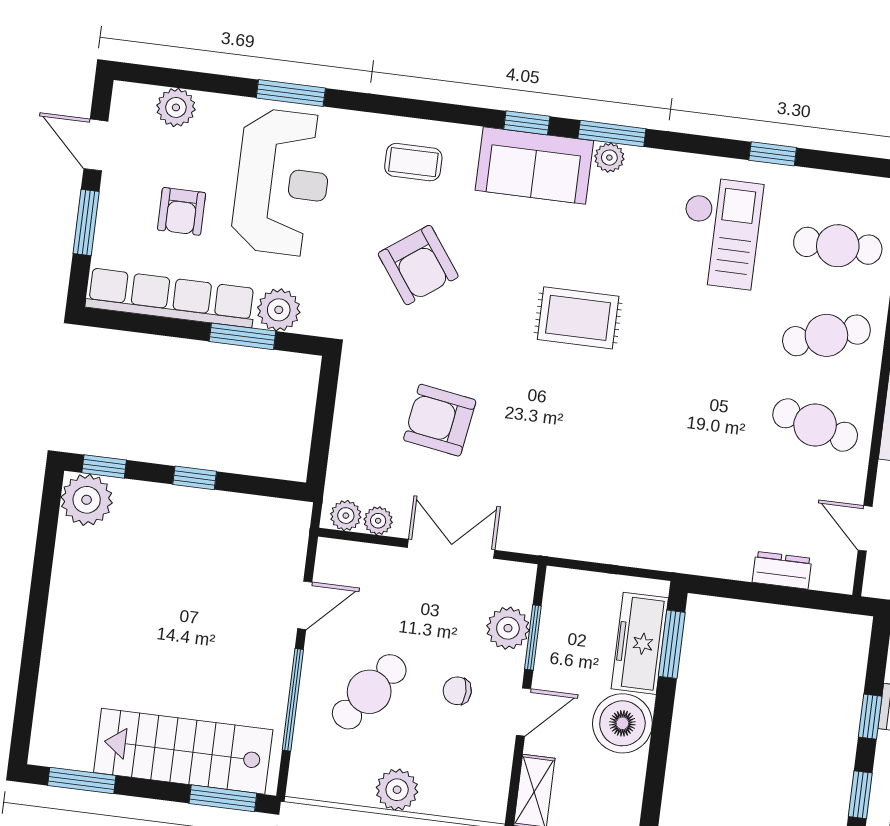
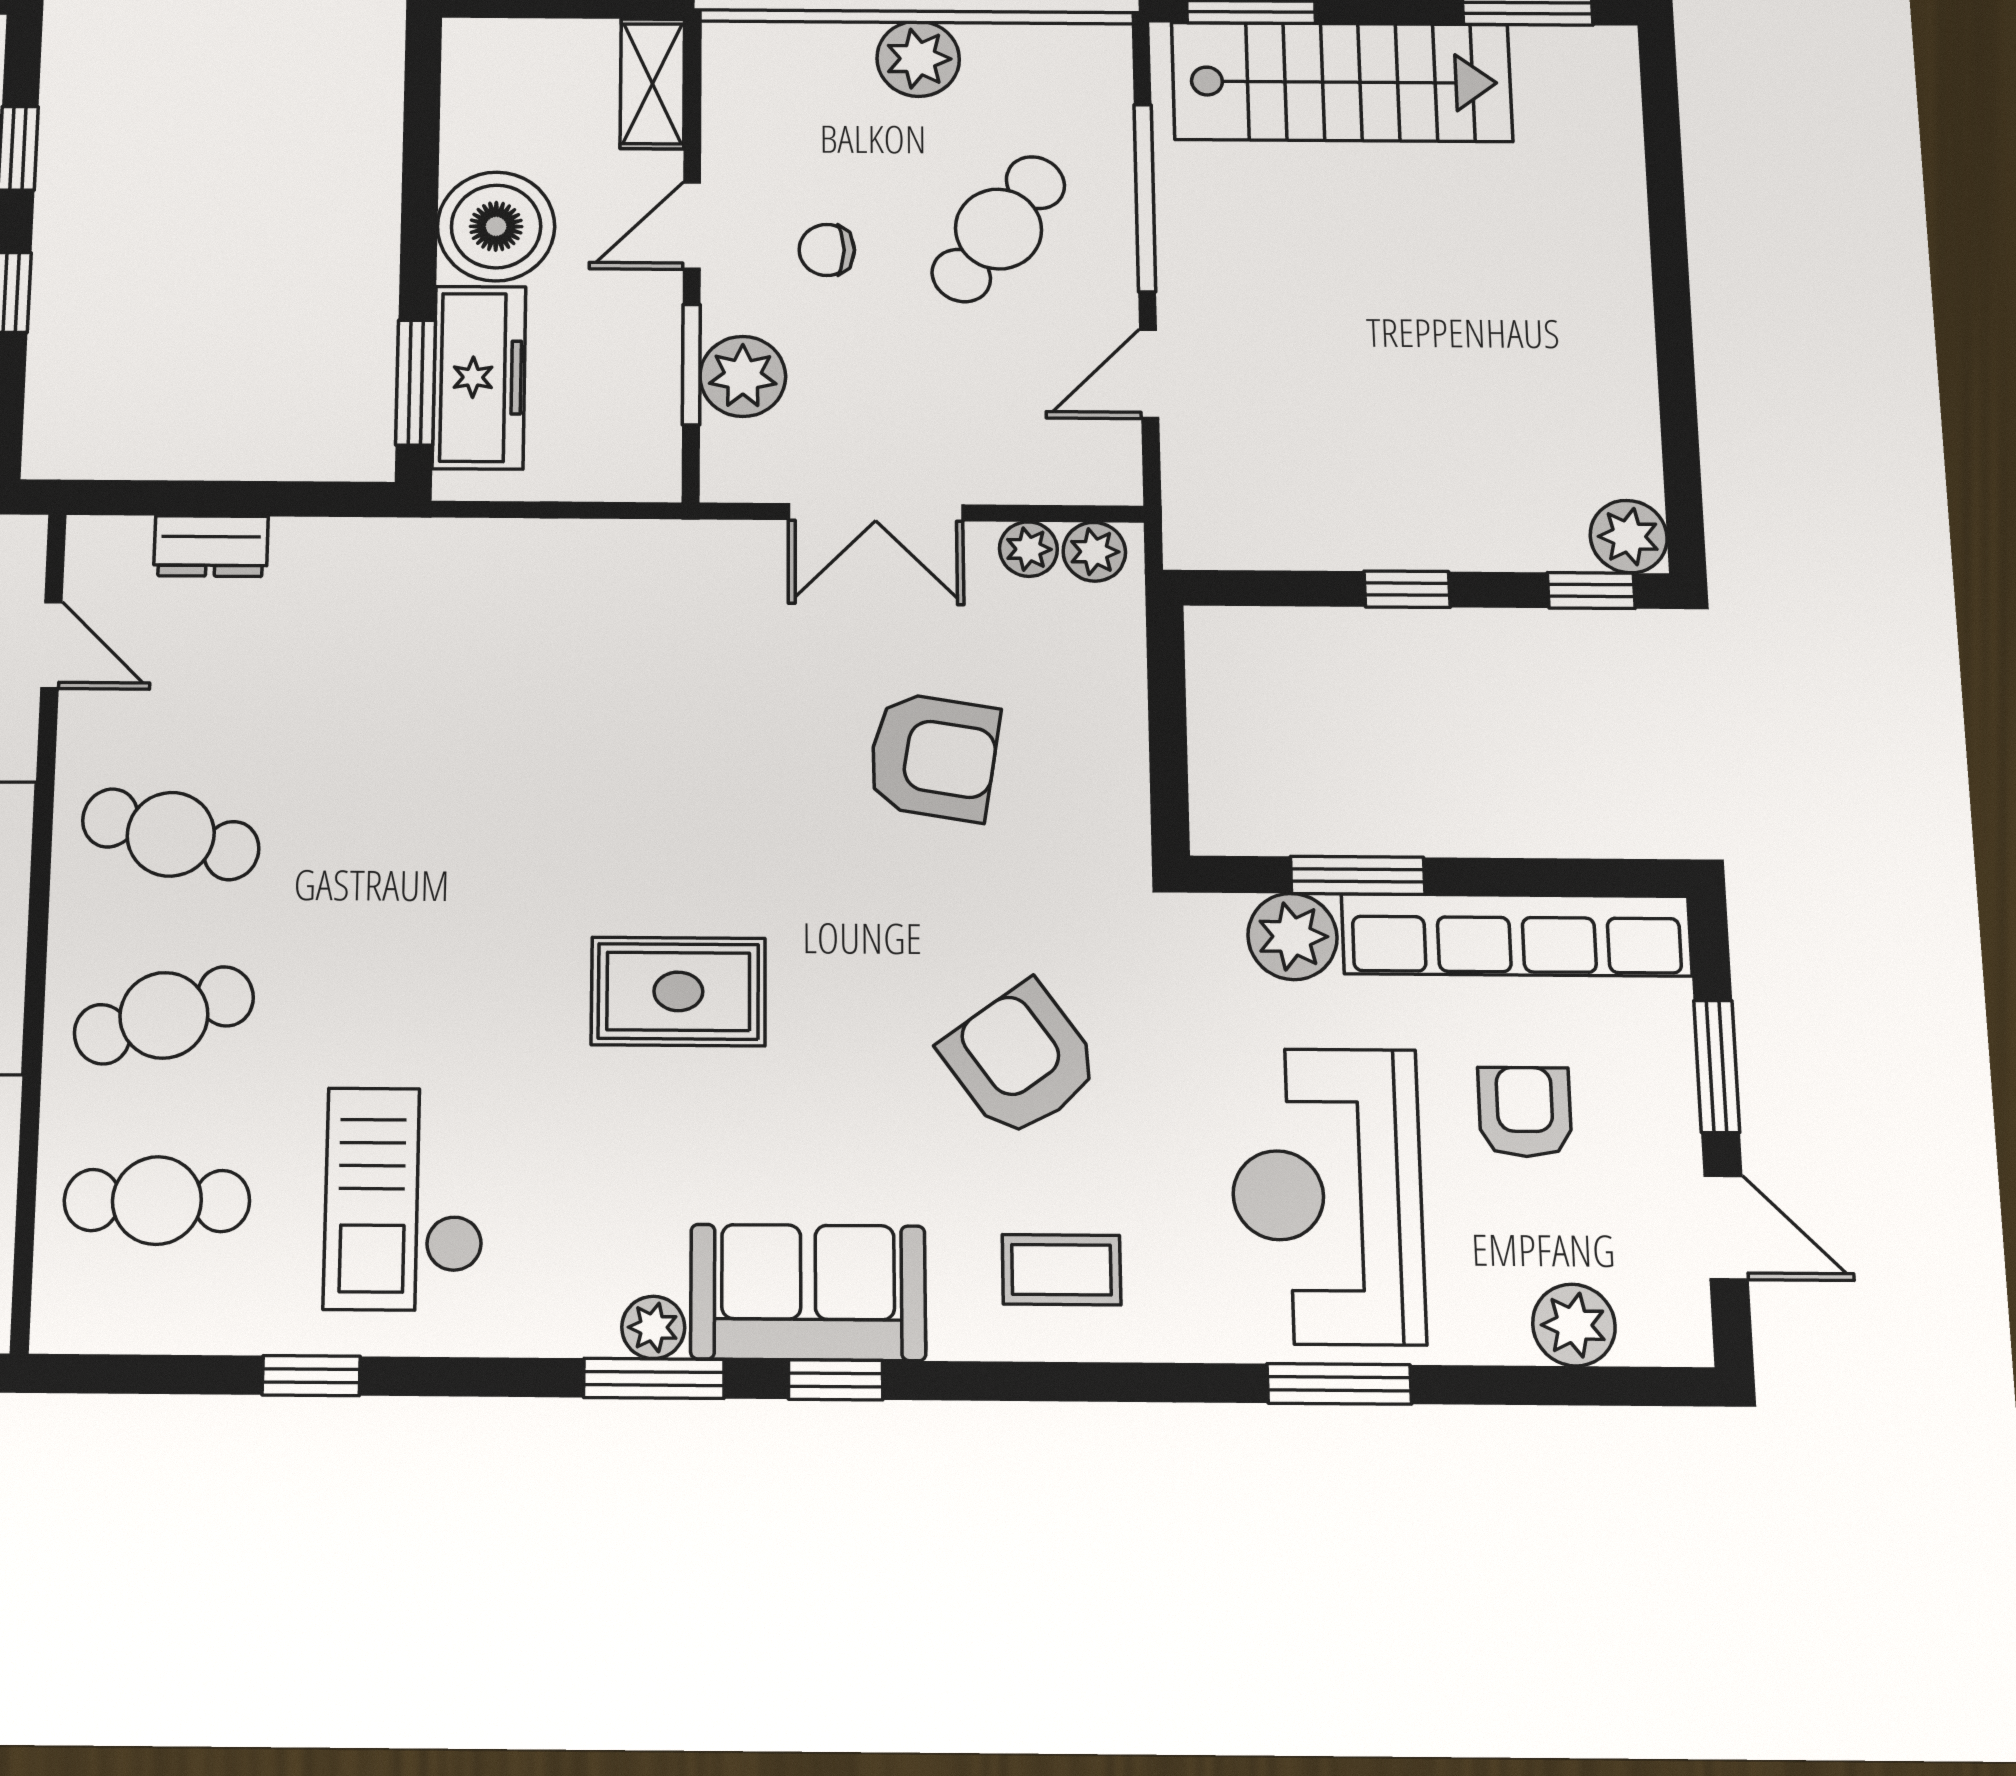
plant: (87, 500) -> (1629, 537), width x0.73, depth x0.73
chair: (457, 691) -> (827, 250), turned 180

